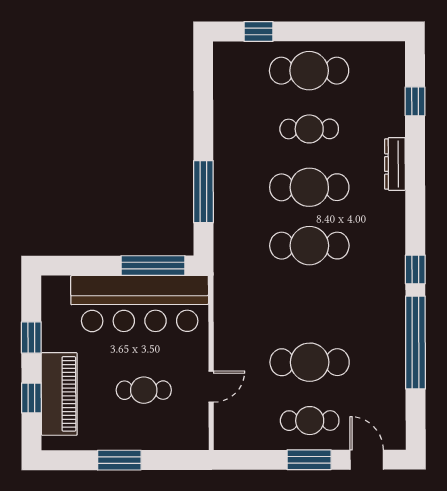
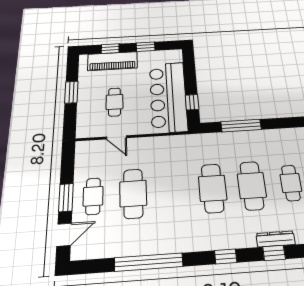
window: (415, 169) -> (274, 253), added
window: (153, 266) -> (192, 102), width x0.46
window: (415, 269) -> (226, 256), moved

